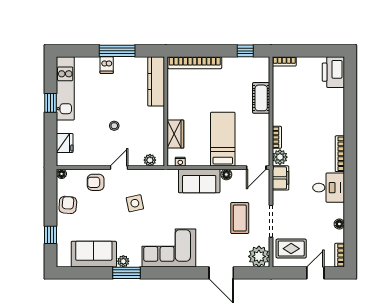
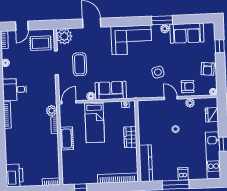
cot: (261, 98) -> (67, 138), moved
wardrobe: (175, 134) -> (130, 137), moved
plant: (150, 160) -> (190, 103), moved
door: (119, 168) -> (171, 98), swing flipped
filing cabinet: (281, 178) -> (50, 95), removed

